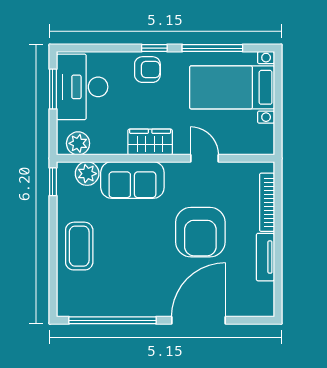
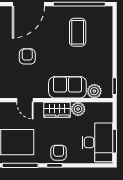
armchair: (147, 70) -> (59, 153), turned 90
plant: (78, 143) -> (78, 109), moved
armchair: (200, 232) -> (27, 56), width x0.53, depth x0.53
coffee table: (79, 246) -> (78, 32), moved

